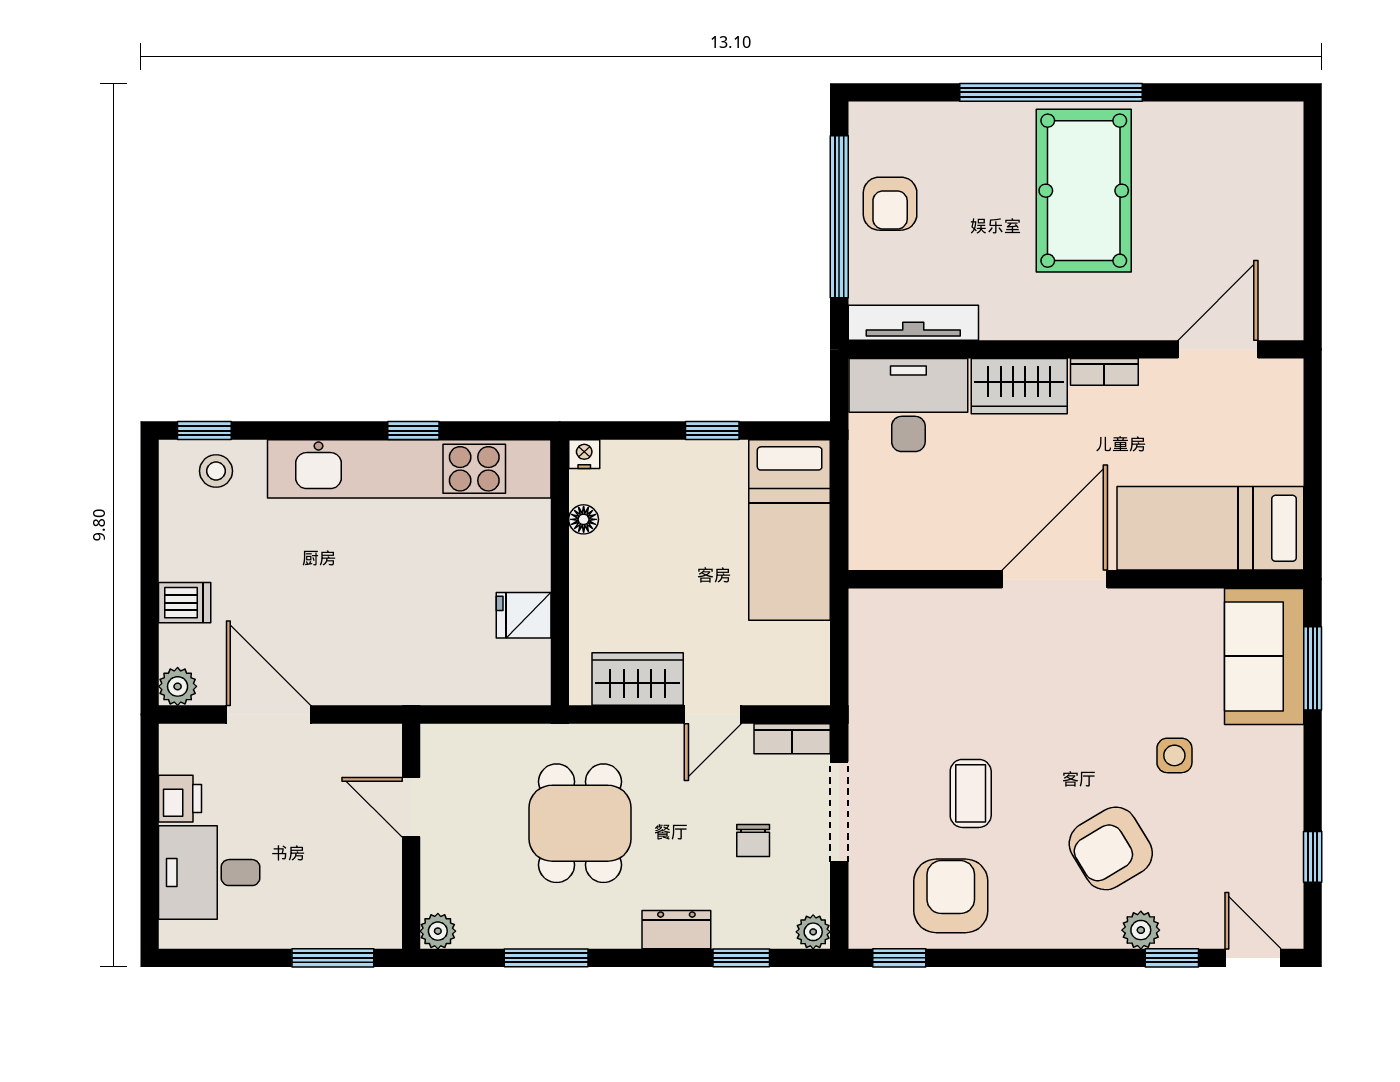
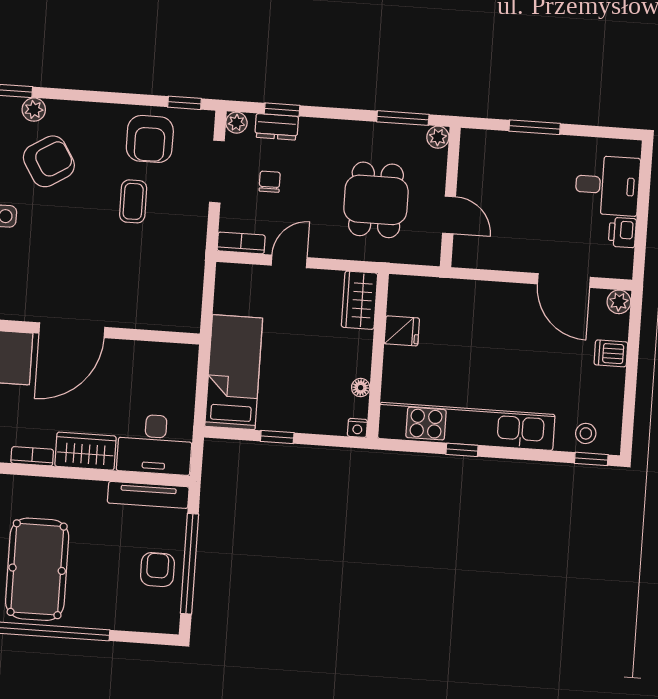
wardrobe: (638, 679) -> (360, 300), moved, turned 90
door: (411, 807) -> (449, 215), moved
doorway: (839, 812) -> (217, 172), moved
wall: (411, 836) -> (450, 197), moved
dresser: (676, 930) -> (277, 127), moved
plant: (438, 931) -> (438, 137), moved

